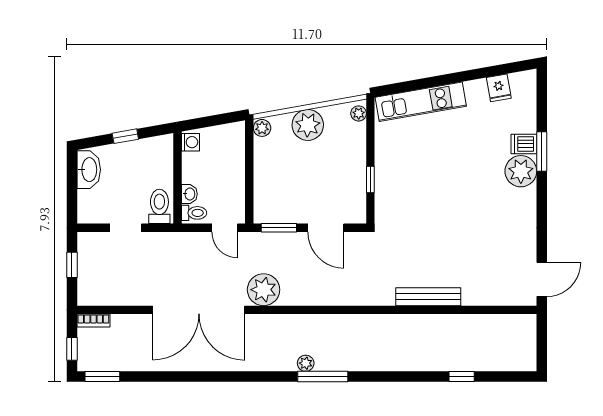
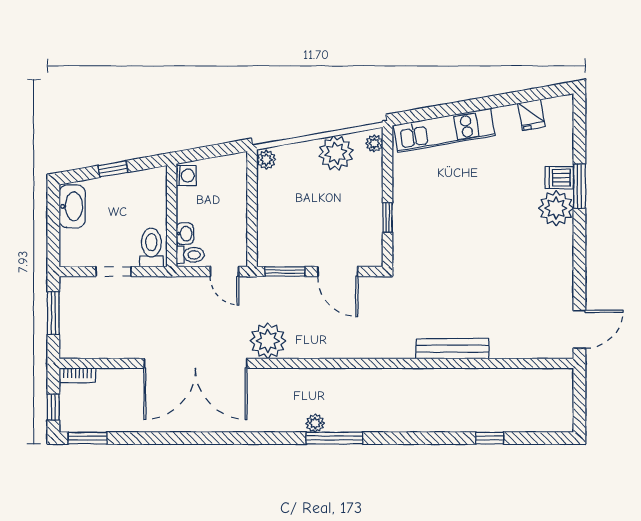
plant: (308, 125) -> (336, 153), moved
window: (72, 265) -> (53, 313), width x1.50

